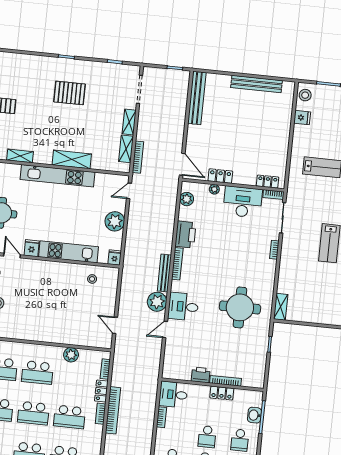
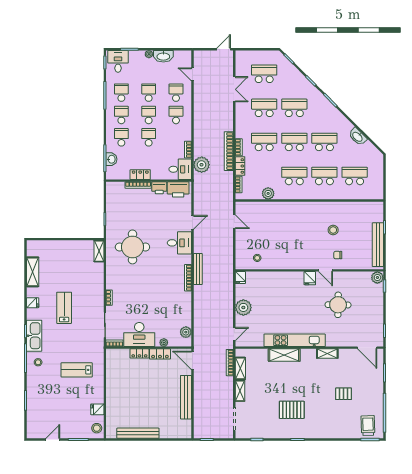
bench: (197, 98) -> (186, 397), moved
locker: (268, 182) -> (139, 353), moved
printer: (185, 234) -> (178, 189), moved, turned -90
kitchen unit: (68, 252) -> (279, 278), removed
plant: (157, 302) -> (202, 165), moved

